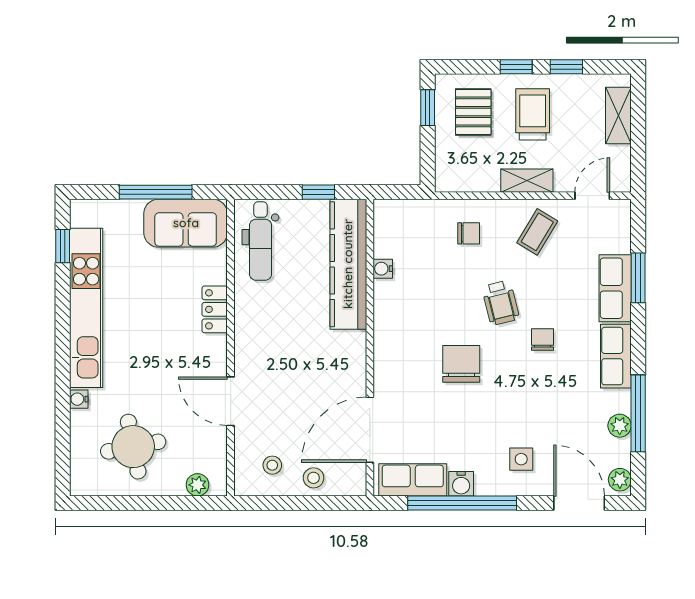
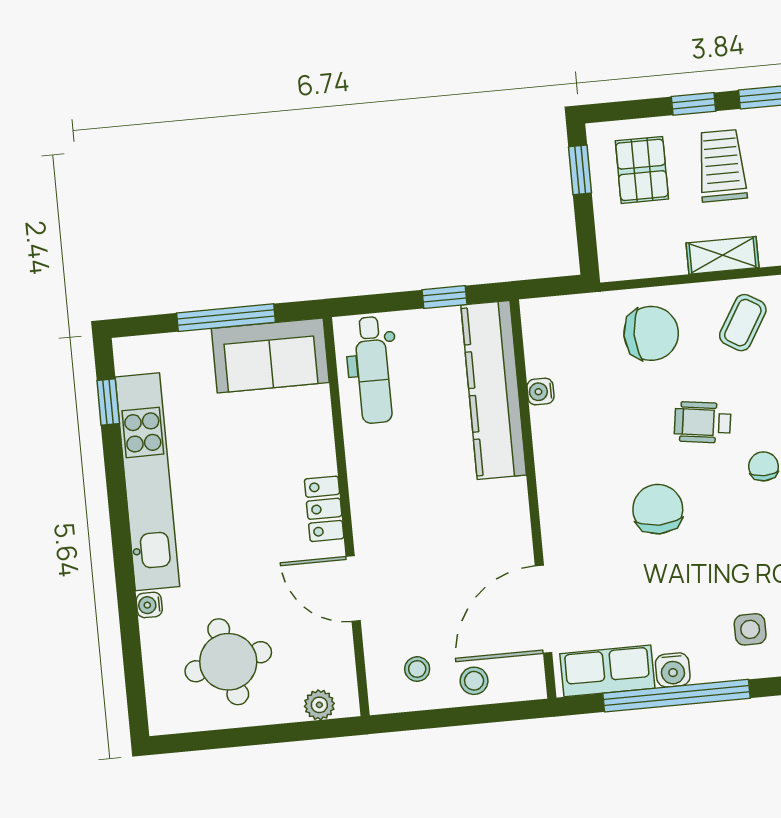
chair: (469, 233) -> (651, 333), width x1.87, depth x1.87
wheelchair: (500, 303) -> (703, 422), turned 112
locker: (215, 309) -> (324, 509), moved

